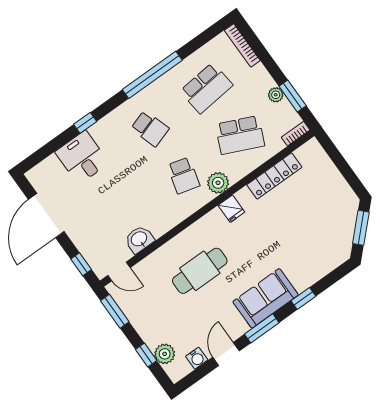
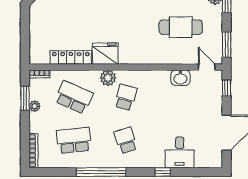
fridge: (231, 209) -> (105, 54), width x1.88, depth x1.34
cafe table: (200, 271) -> (181, 27), moved

